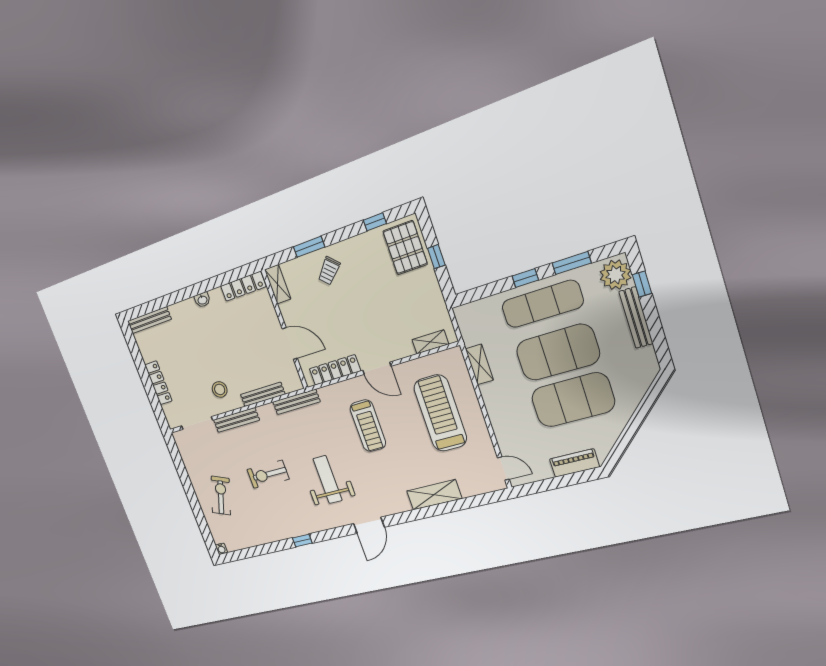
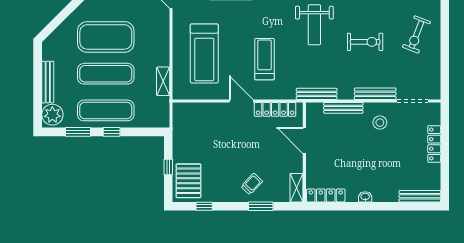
window: (642, 284) -> (38, 103), removed
shelving: (430, 342) -> (193, 108), removed
exercise mat: (558, 352) -> (106, 74), width x0.68

